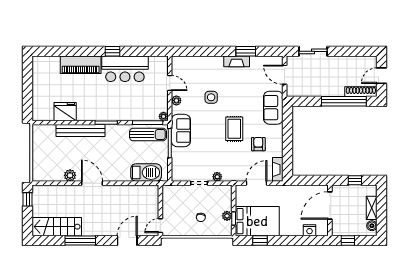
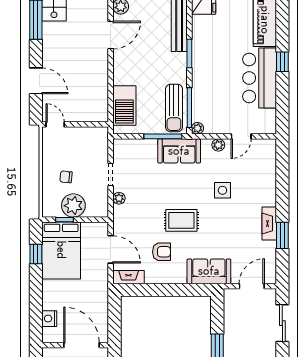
plant: (227, 216) -> (73, 206), width x1.87, depth x1.87

